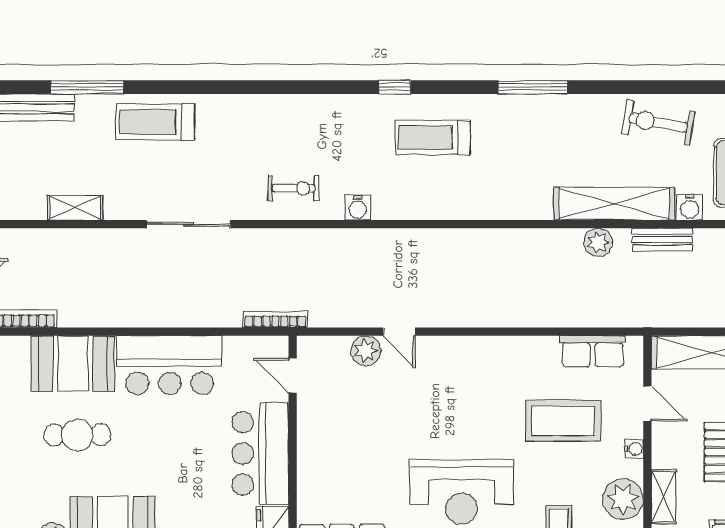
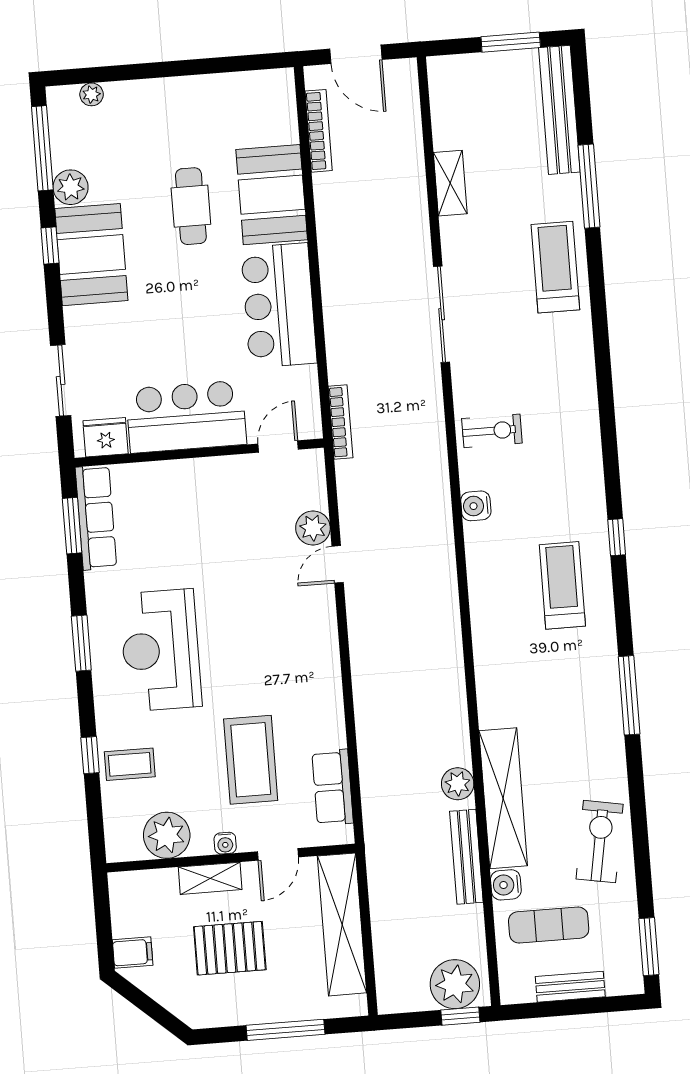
exercise bike: (293, 188) -> (492, 431), turned -90
bench: (662, 240) -> (466, 857), width x1.36
shelving: (663, 497) -> (210, 878), moved

